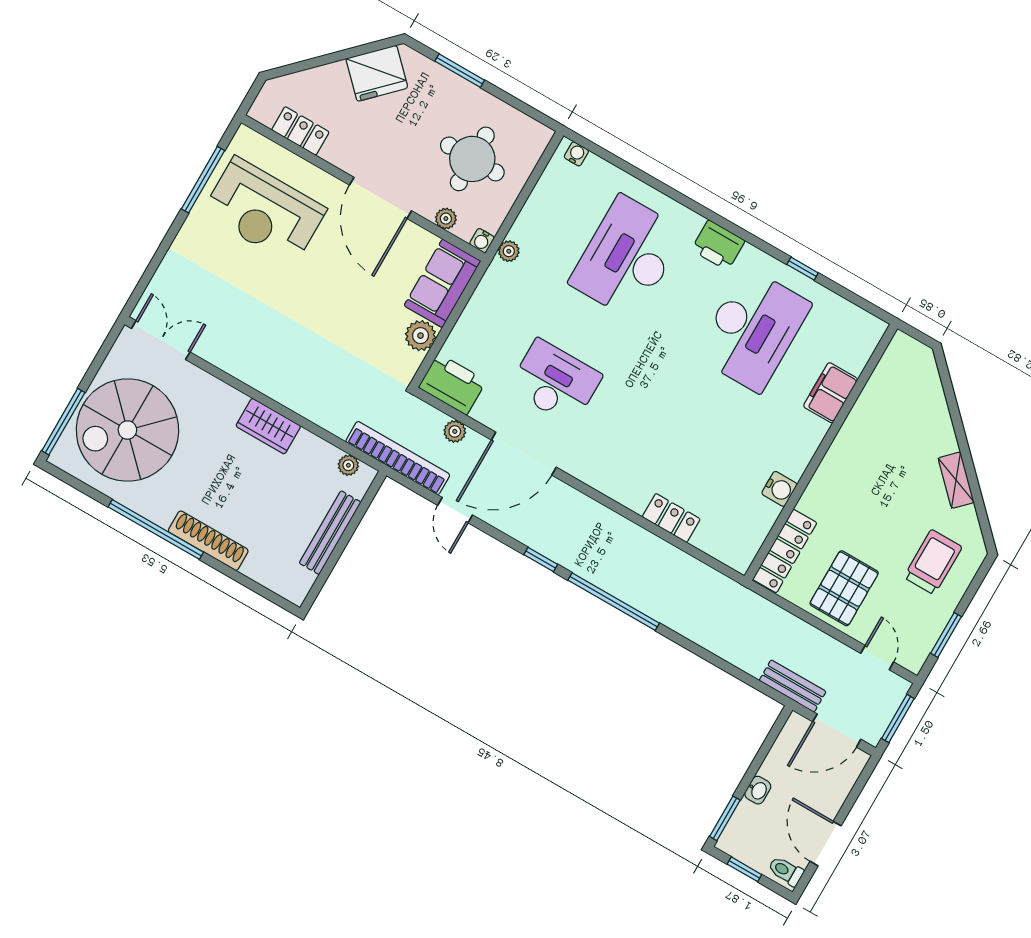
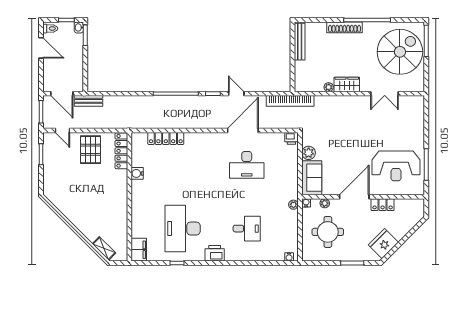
locker: (300, 131) -> (383, 205), moved
door: (380, 198) -> (354, 197), hinge flipped
reception desk: (264, 211) -> (396, 166), turned 180
desk: (627, 257) -> (247, 229), width x0.53, depth x0.77
double door: (161, 340) -> (385, 94), moved
printer: (452, 384) -> (291, 138), width x0.53, depth x0.68
filing cabinet: (831, 393) -> (139, 250), moved
plant: (455, 431) -> (274, 124), removed
plant: (348, 465) -> (329, 87), moved
shelving: (956, 480) -> (104, 248), moved
door: (455, 510) -> (236, 94), moved
locker: (671, 518) -> (166, 138), width x1.53
bench: (330, 533) -> (300, 42), moved
trolley: (933, 562) -> (62, 179), removed
door: (837, 730) -> (62, 94), swing flipped
washbasin: (758, 790) -> (79, 27), moved

